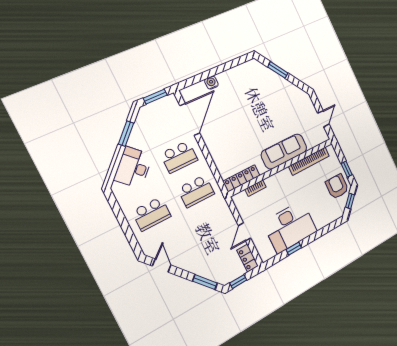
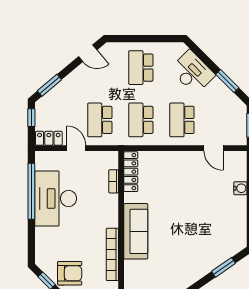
door: (190, 119) -> (213, 148), width x0.53
school desk: (213, 225) -> (100, 120), added
window: (294, 249) -> (31, 191), width x3.17

